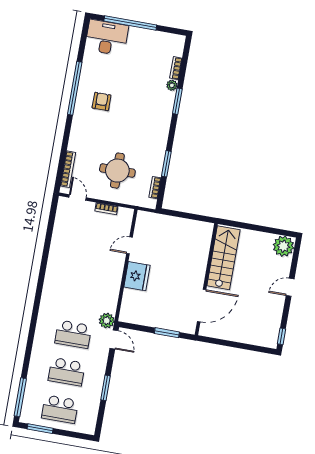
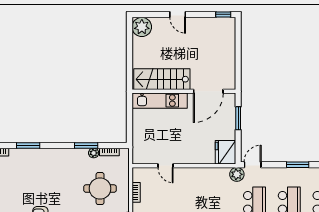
plant: (172, 85) -> (94, 153), moved
kitchen unit: (201, 251) -> (160, 101), added
fridge: (137, 276) -> (225, 152), moved, turned -90
door: (202, 306) -> (208, 91), swing flipped

